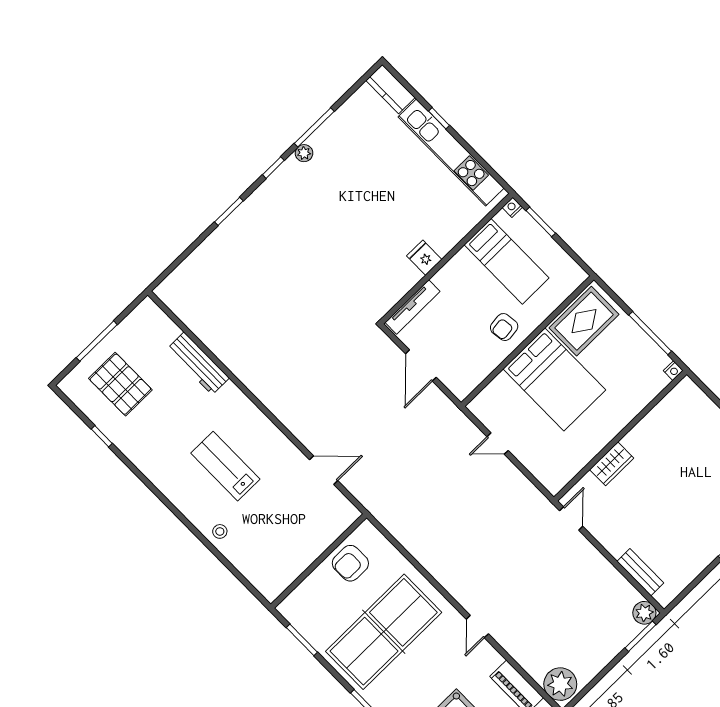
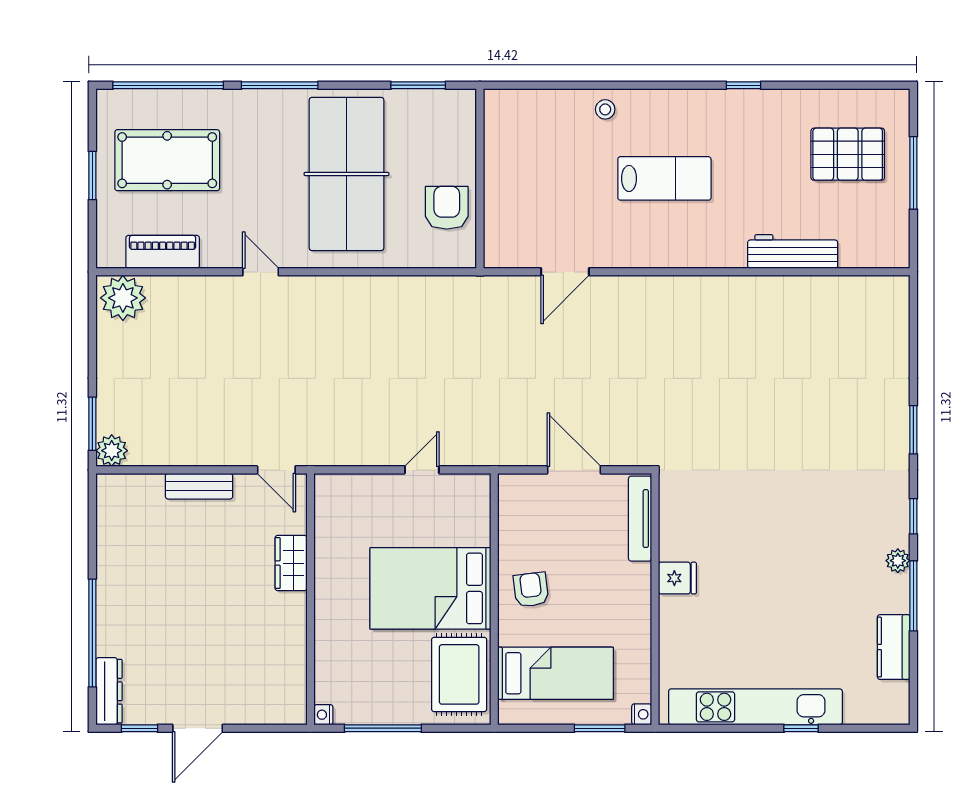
kitchen counter: (391, 89) -> (894, 647), moved, turned -90
bed: (507, 261) -> (556, 673), moved, turned 180
window: (102, 436) -> (743, 85), moved
bench: (640, 572) -> (199, 486), moved

